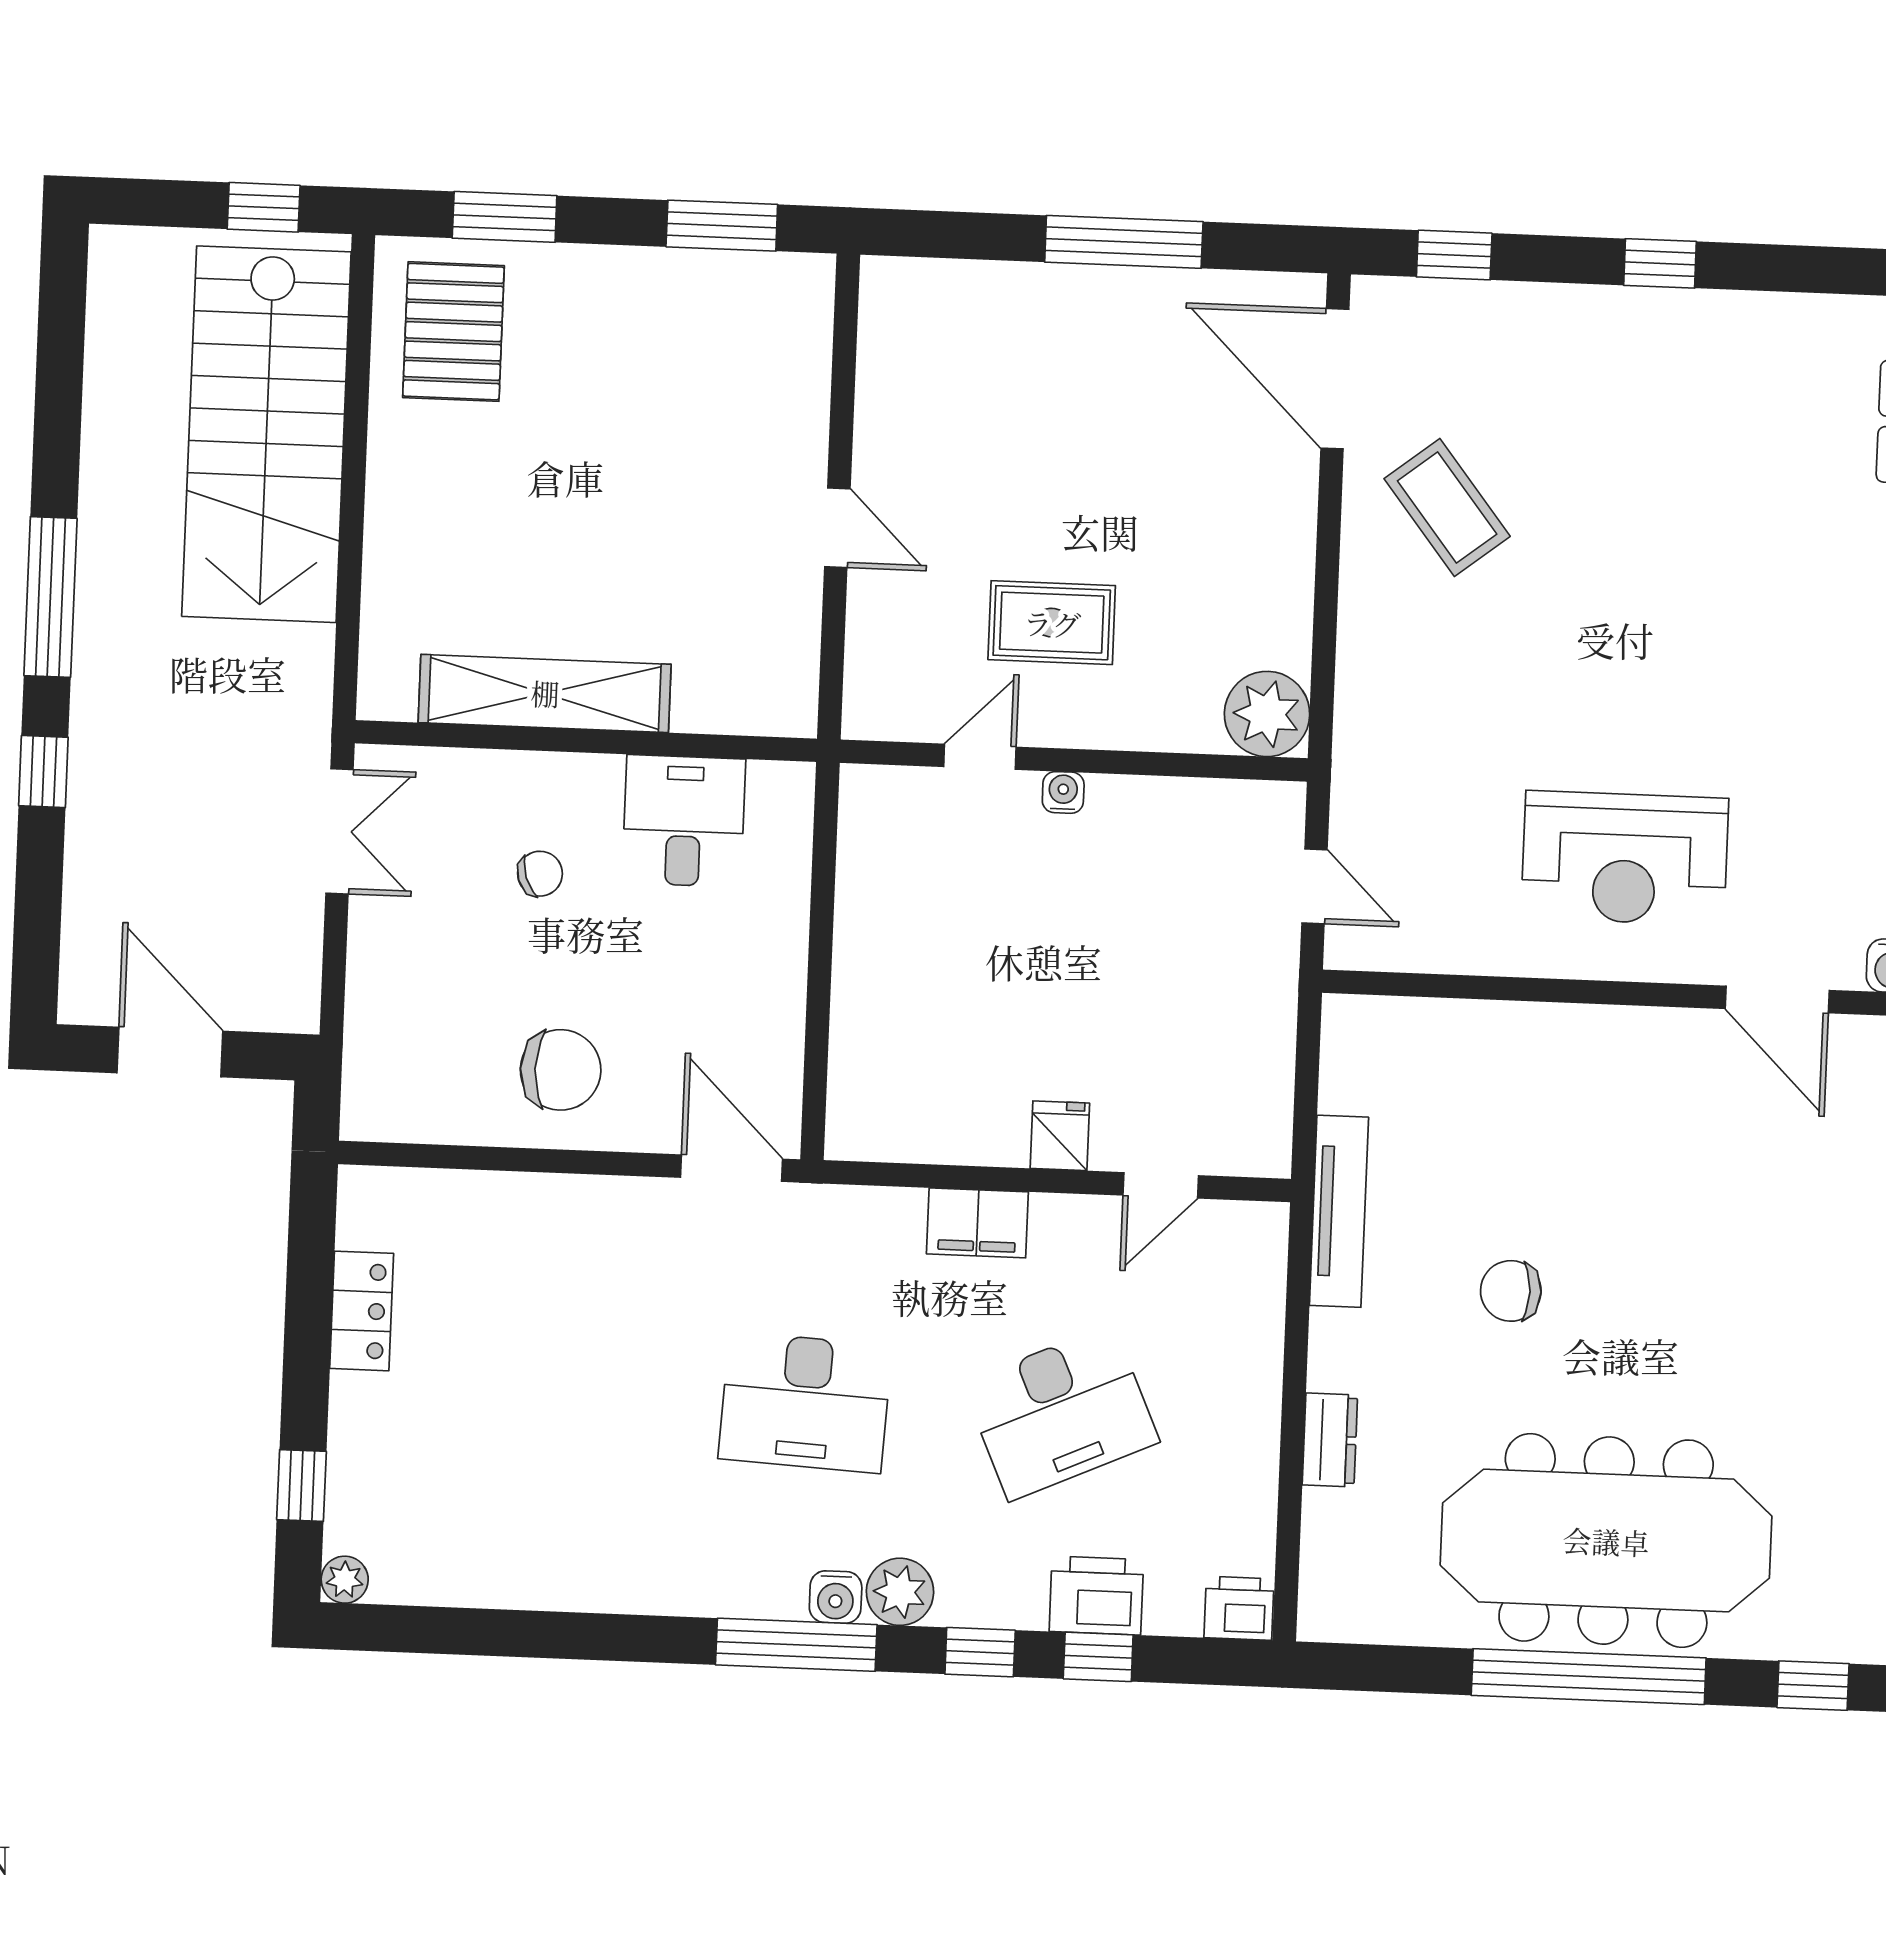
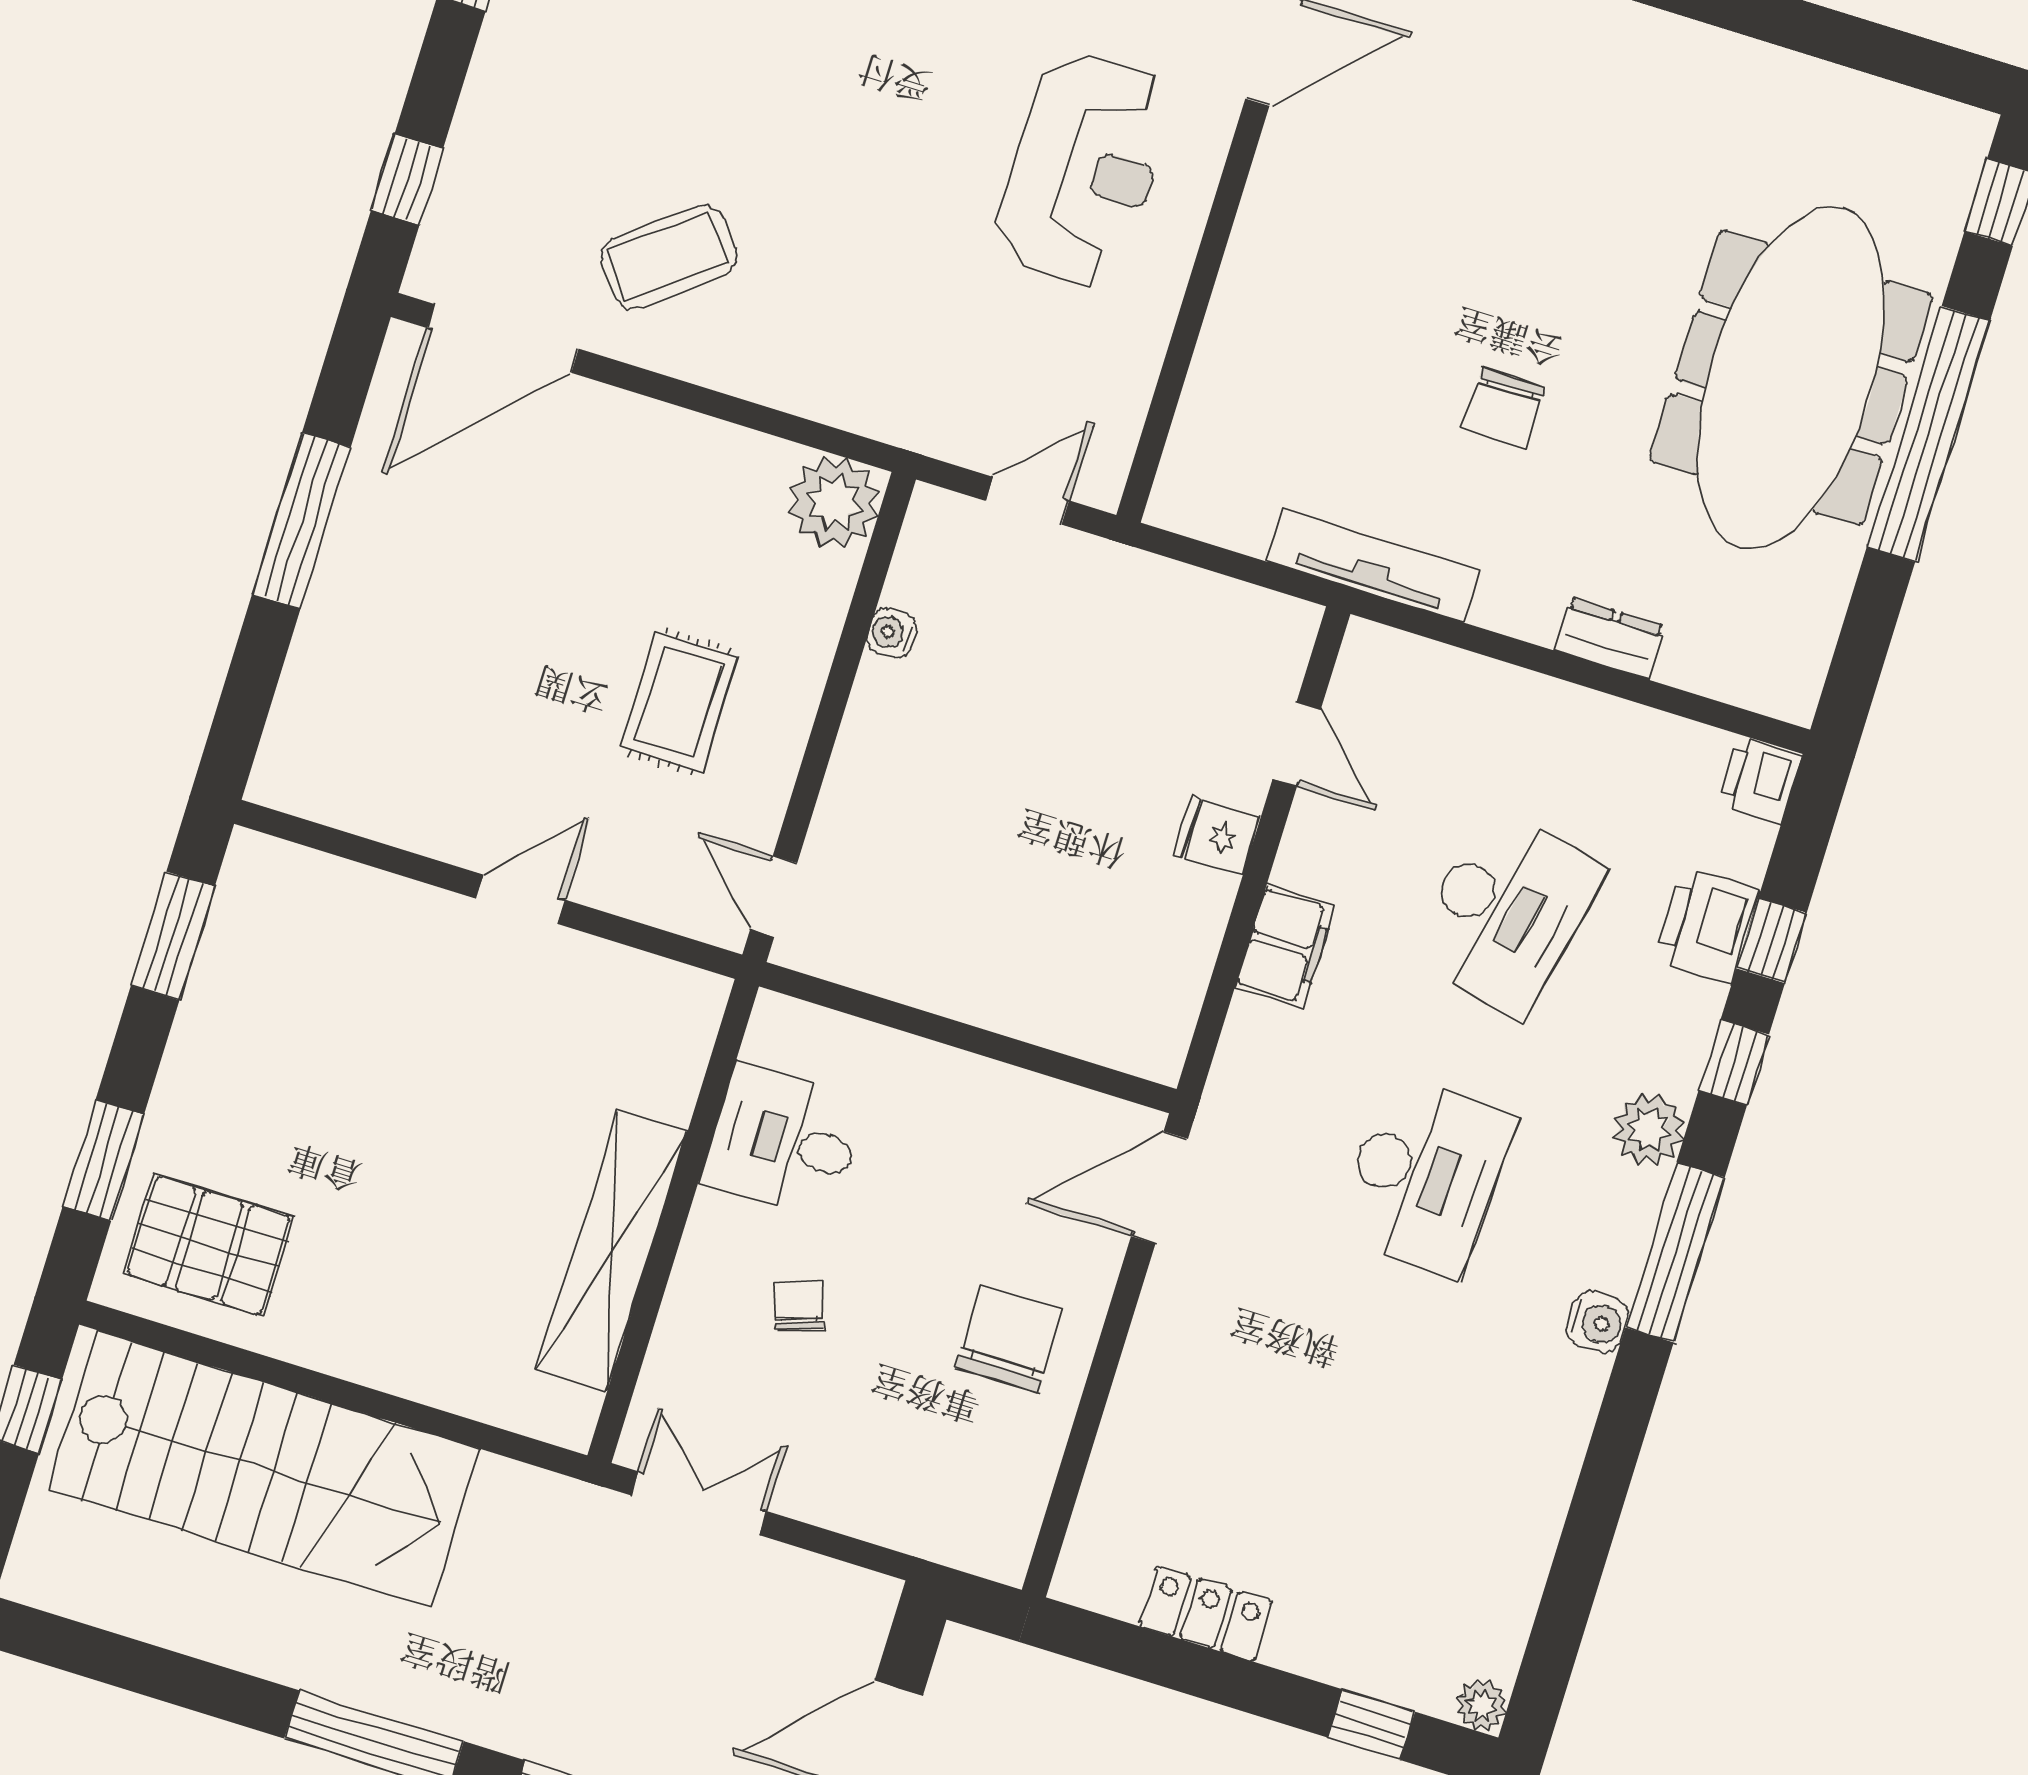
door: (980, 757) -> (774, 896), moved
water cooler: (1063, 792) -> (892, 633), moved
desk: (1061, 1413) -> (1506, 912), turned 36
water cooler: (836, 1597) -> (1598, 1322), moved

